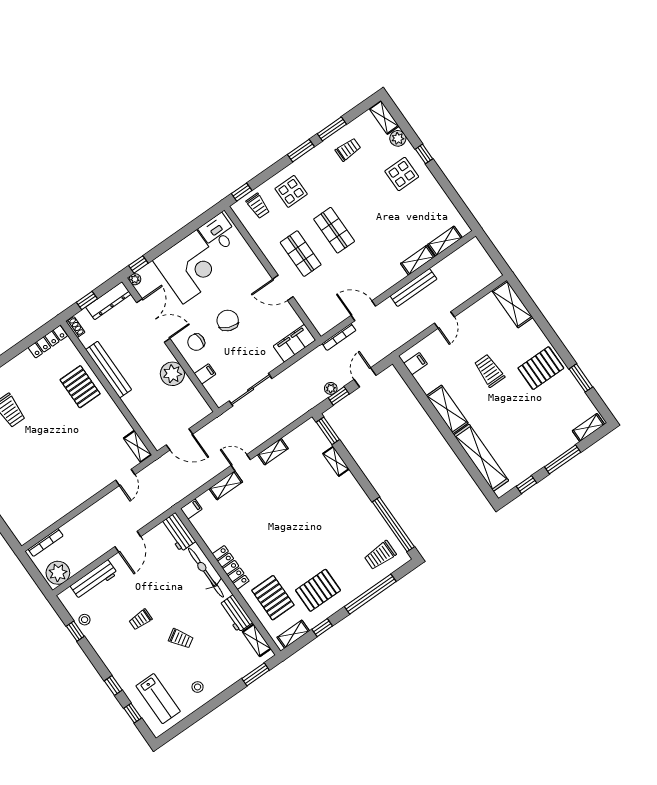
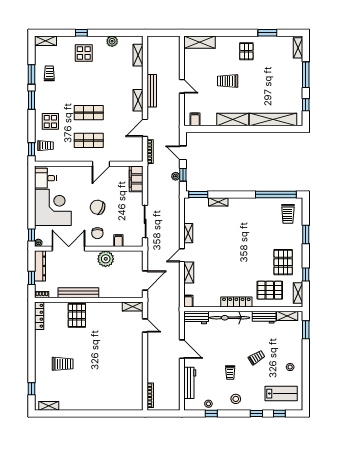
plant: (398, 138) -> (112, 41), moved
shelving: (418, 260) -> (138, 100), moved
pallet: (541, 368) -> (246, 51), width x0.67, depth x0.71
pallet: (80, 387) -> (77, 315), turned 90
plant: (58, 573) -> (172, 400), removed
window: (370, 594) -> (306, 235), width x0.47
stool: (113, 648) -> (236, 399), added

